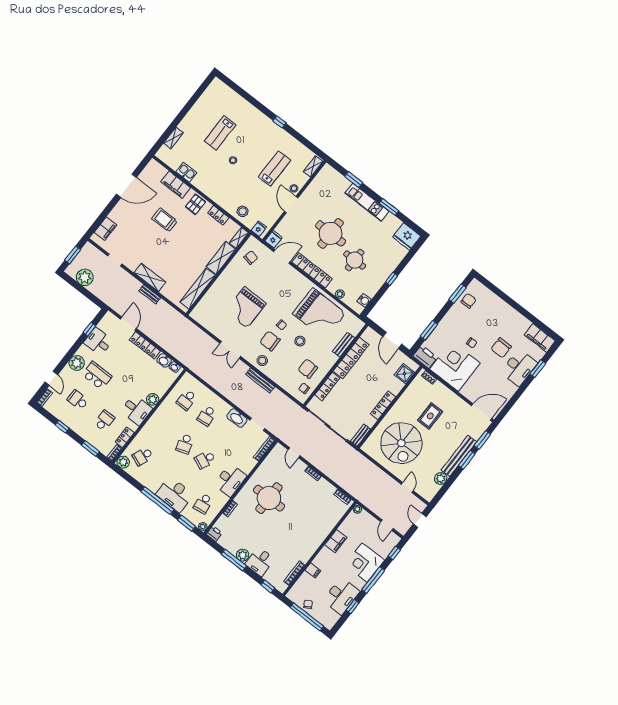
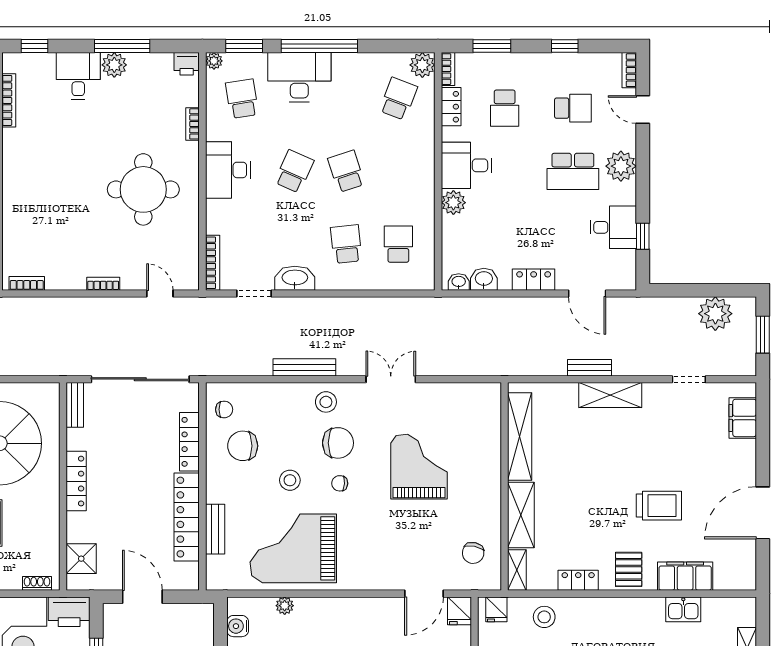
locker: (312, 270) -> (359, 609), removed
locker: (145, 345) -> (534, 280), width x0.66
chair: (308, 369) -> (243, 446), turned 180

